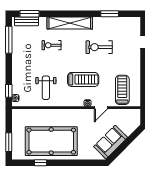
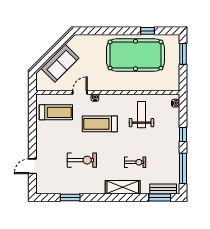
shelving: (70, 23) -> (123, 187), width x0.68
treadmill: (122, 90) -> (56, 112), turned -90
window: (9, 91) -> (183, 135), moved
sofa: (111, 142) -> (60, 63), moved

